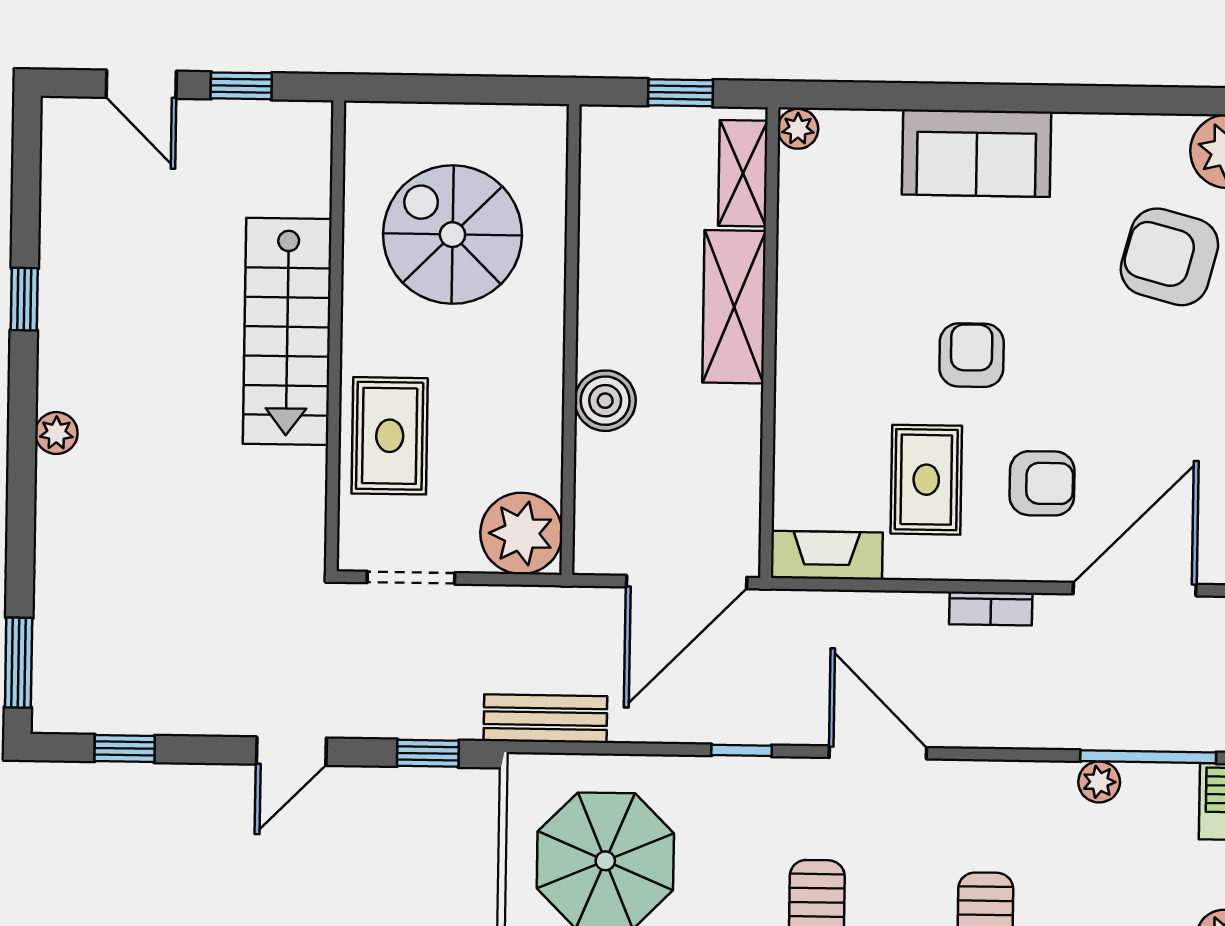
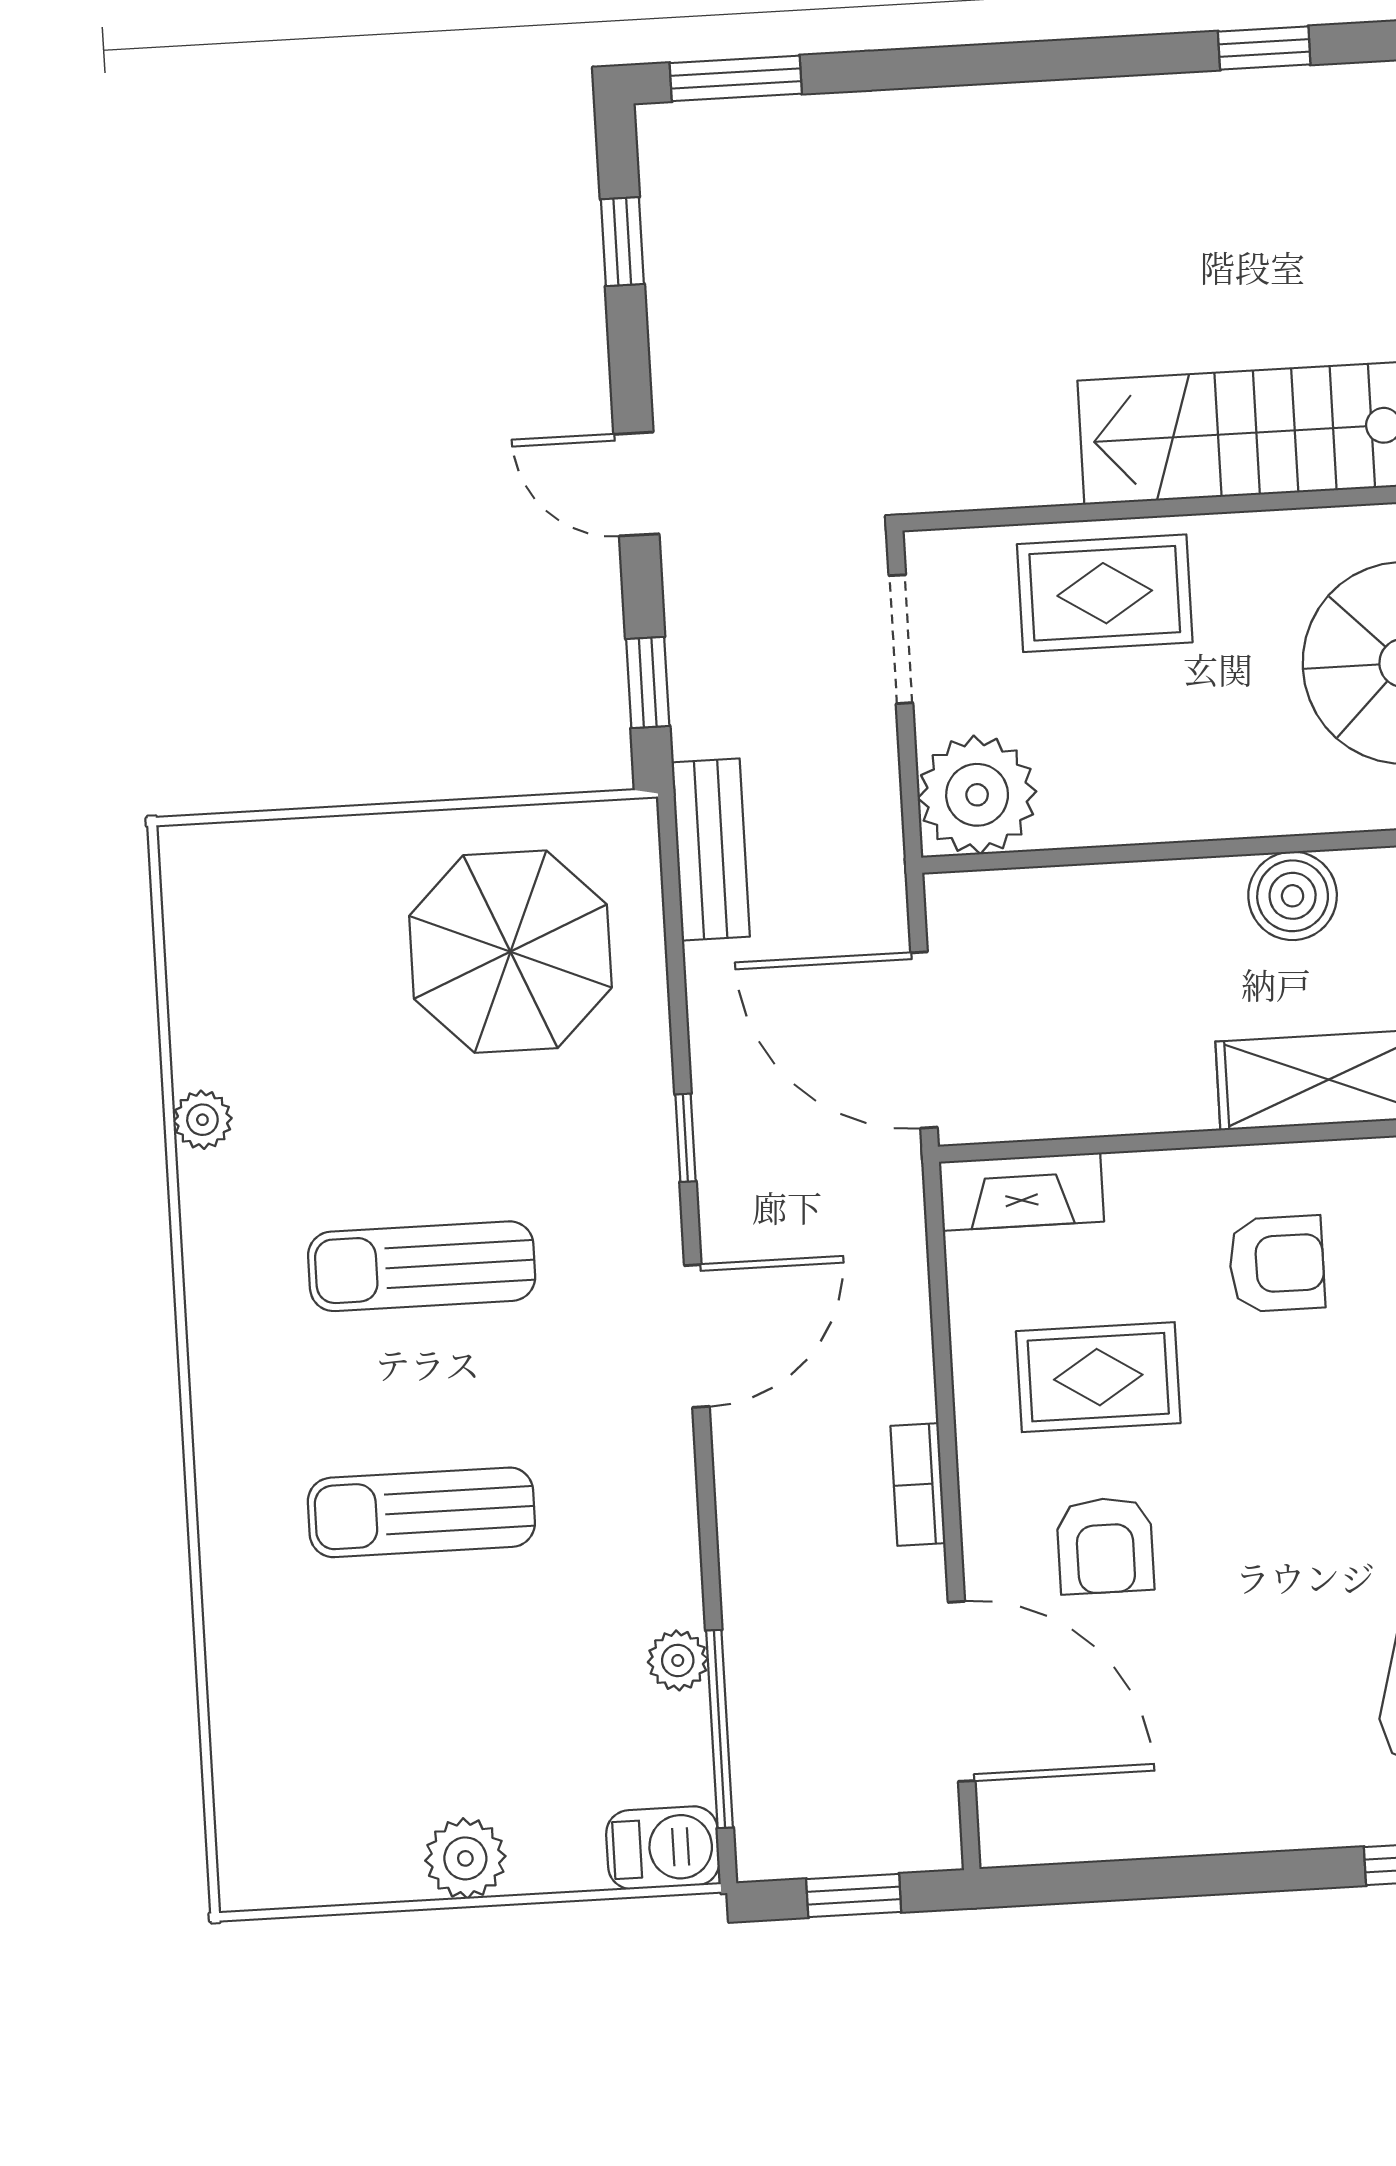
armchair: (972, 355) -> (1277, 1264), moved
boiler: (605, 401) -> (1293, 896), moved
plant: (56, 433) -> (1073, 109), removed
fireplace: (827, 555) -> (1021, 1192), moved, turned 90

